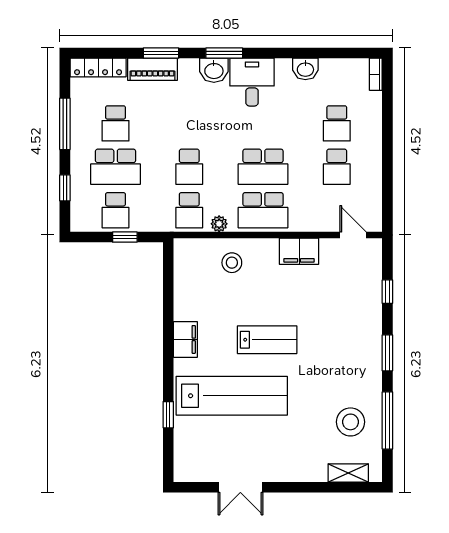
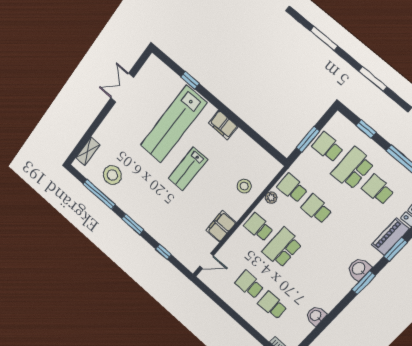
desk: (252, 82) -> (334, 283), removed
school desk: (263, 210) -> (259, 227), width x0.54
window: (125, 237) -> (308, 139), width x1.50

